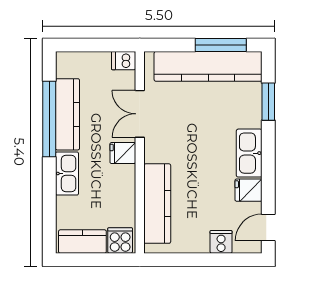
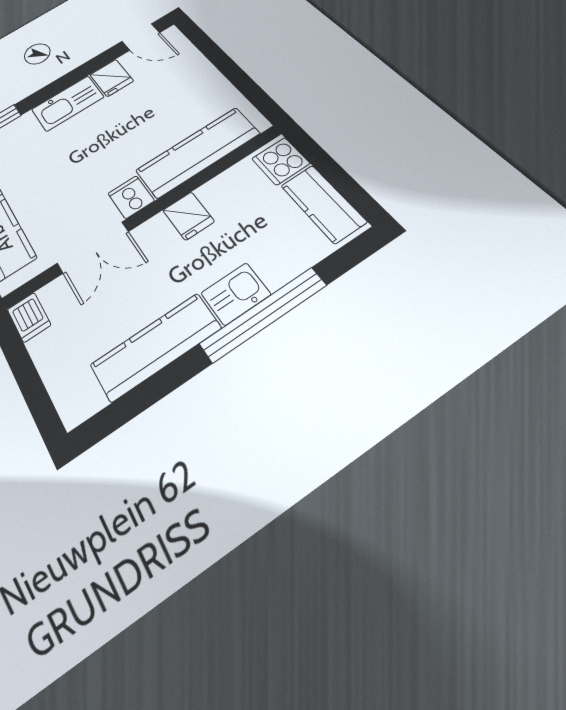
window: (49, 119) -> (263, 314), moved
fridge: (123, 153) -> (188, 216), moved
kitchen sink: (67, 173) -> (236, 294), width x0.73
cooker: (221, 242) -> (131, 197), moved, turned 90

